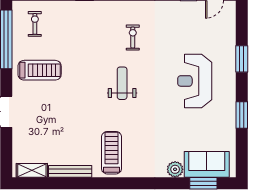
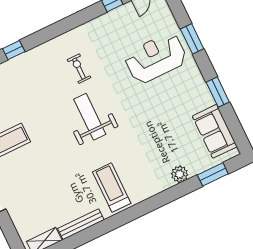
reception desk: (195, 81) -> (156, 58), moved, turned 90
weight bench: (122, 83) -> (90, 117), width x1.36, depth x1.33
sofa: (207, 164) -> (215, 131), moved, turned -90

